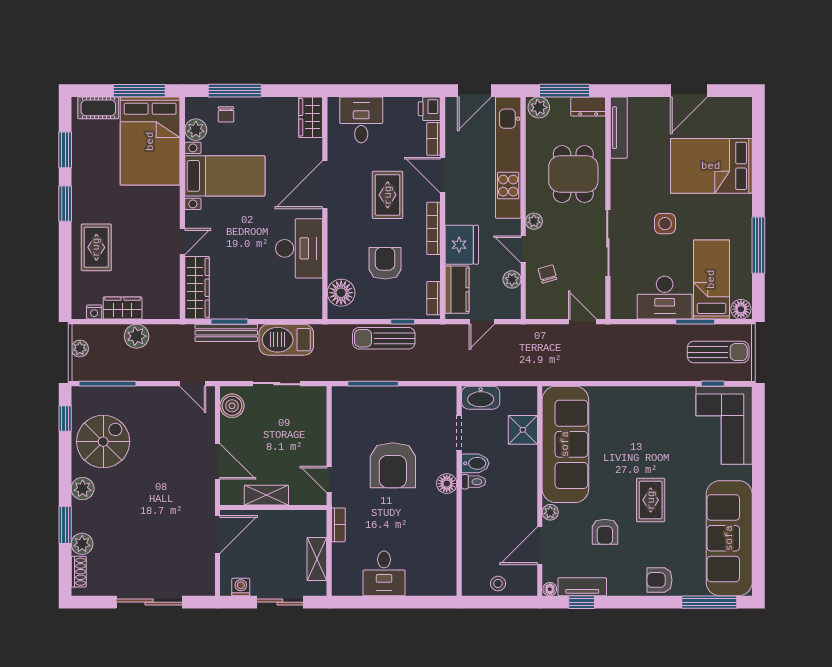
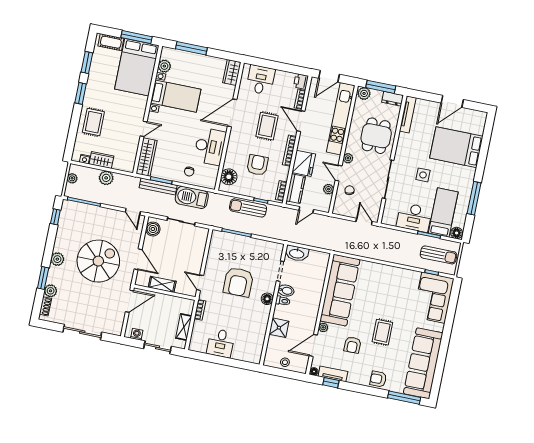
chair: (226, 114) -> (189, 172), moved
shower: (523, 430) -> (279, 328), moved
spiral stairs: (103, 442) -> (98, 261), moved, width x1.37, depth x1.37

